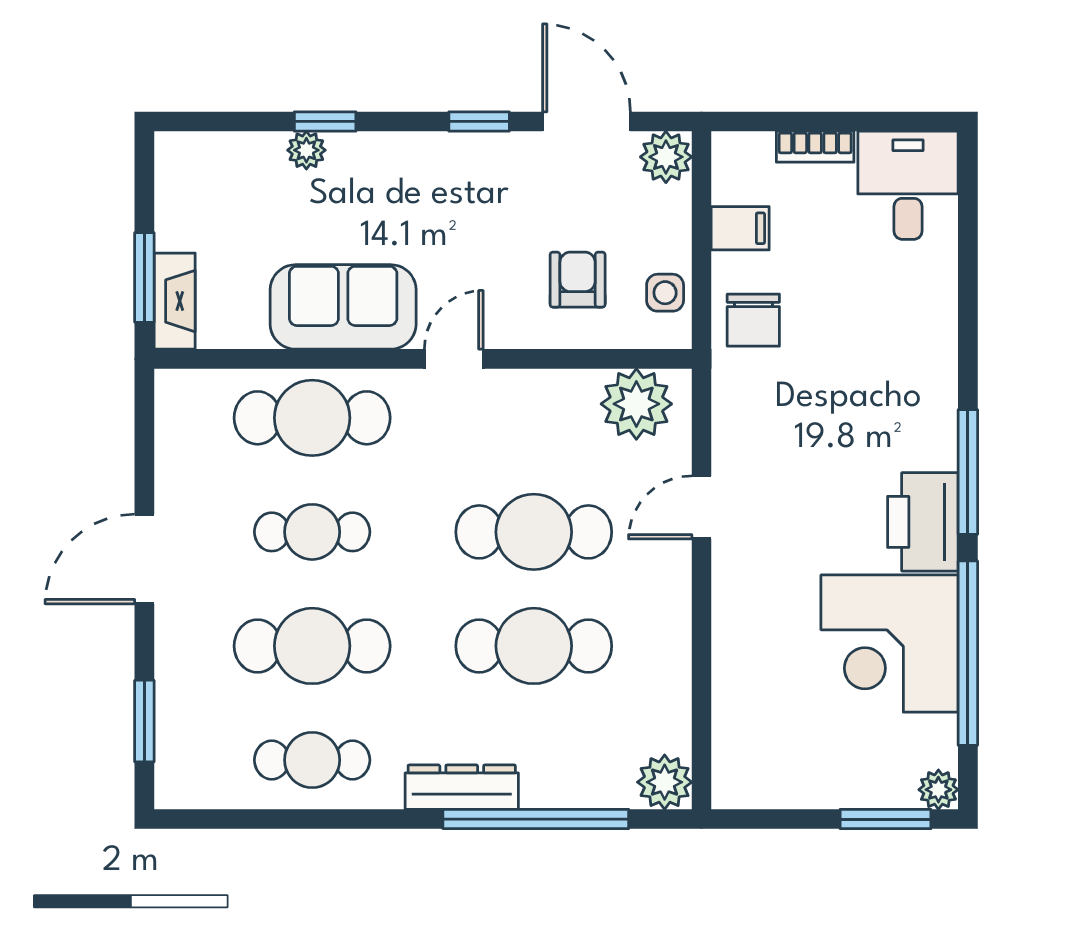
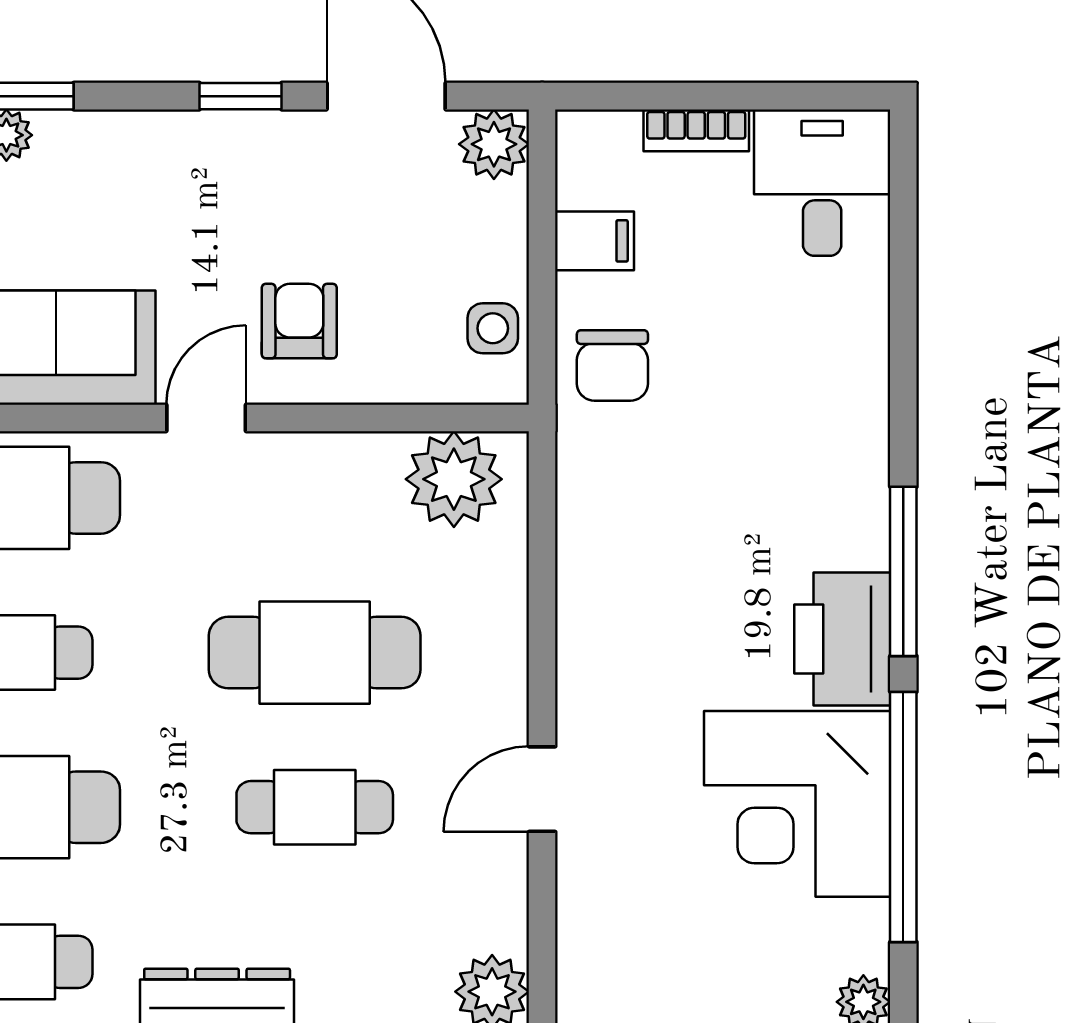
armchair: (578, 280) -> (299, 321), moved
door: (701, 507) -> (542, 789), moved
cafe table: (534, 646) -> (315, 807), width x0.73, depth x0.74

